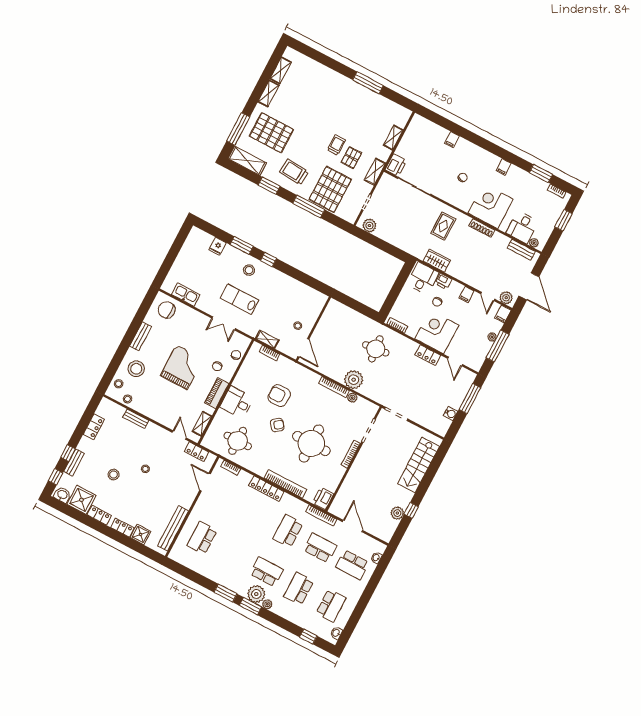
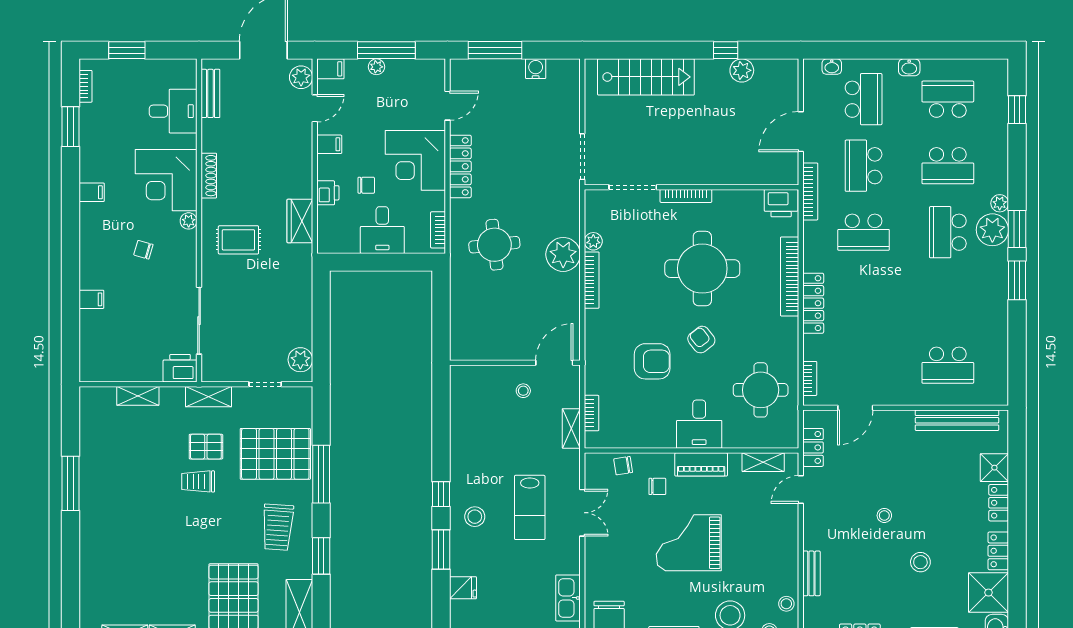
plant: (534, 243) -> (189, 221), moved
desk: (423, 278) -> (382, 230), moved, turned -90
locker: (428, 355) -> (460, 166), width x1.53
armchair: (279, 396) -> (652, 361), turned -90
washbasin: (336, 633) -> (909, 67), moved

